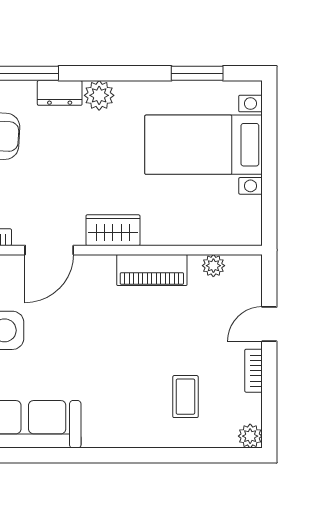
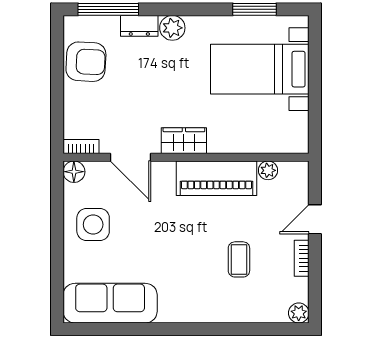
door: (49, 250) -> (131, 157), hinge flipped
piano: (152, 270) -> (216, 178), width x1.37, depth x1.33
coffee table: (185, 397) -> (239, 259), moved

